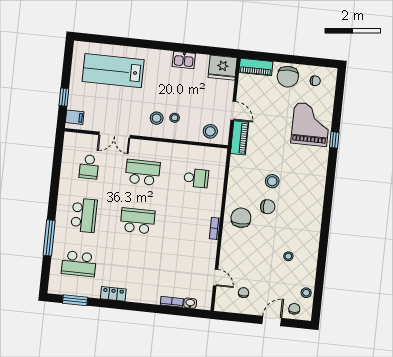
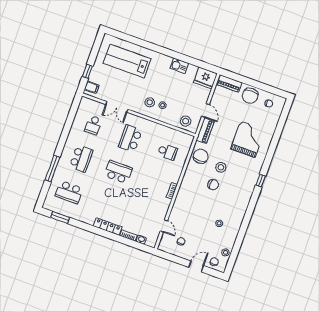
grand piano: (311, 124) -> (248, 139), moved
window: (334, 140) -> (261, 181), moved
school desk: (143, 172) -> (130, 138), turned -90
chair: (241, 218) -> (201, 156), moved
locker: (113, 294) -> (108, 227), moved, width x1.53

